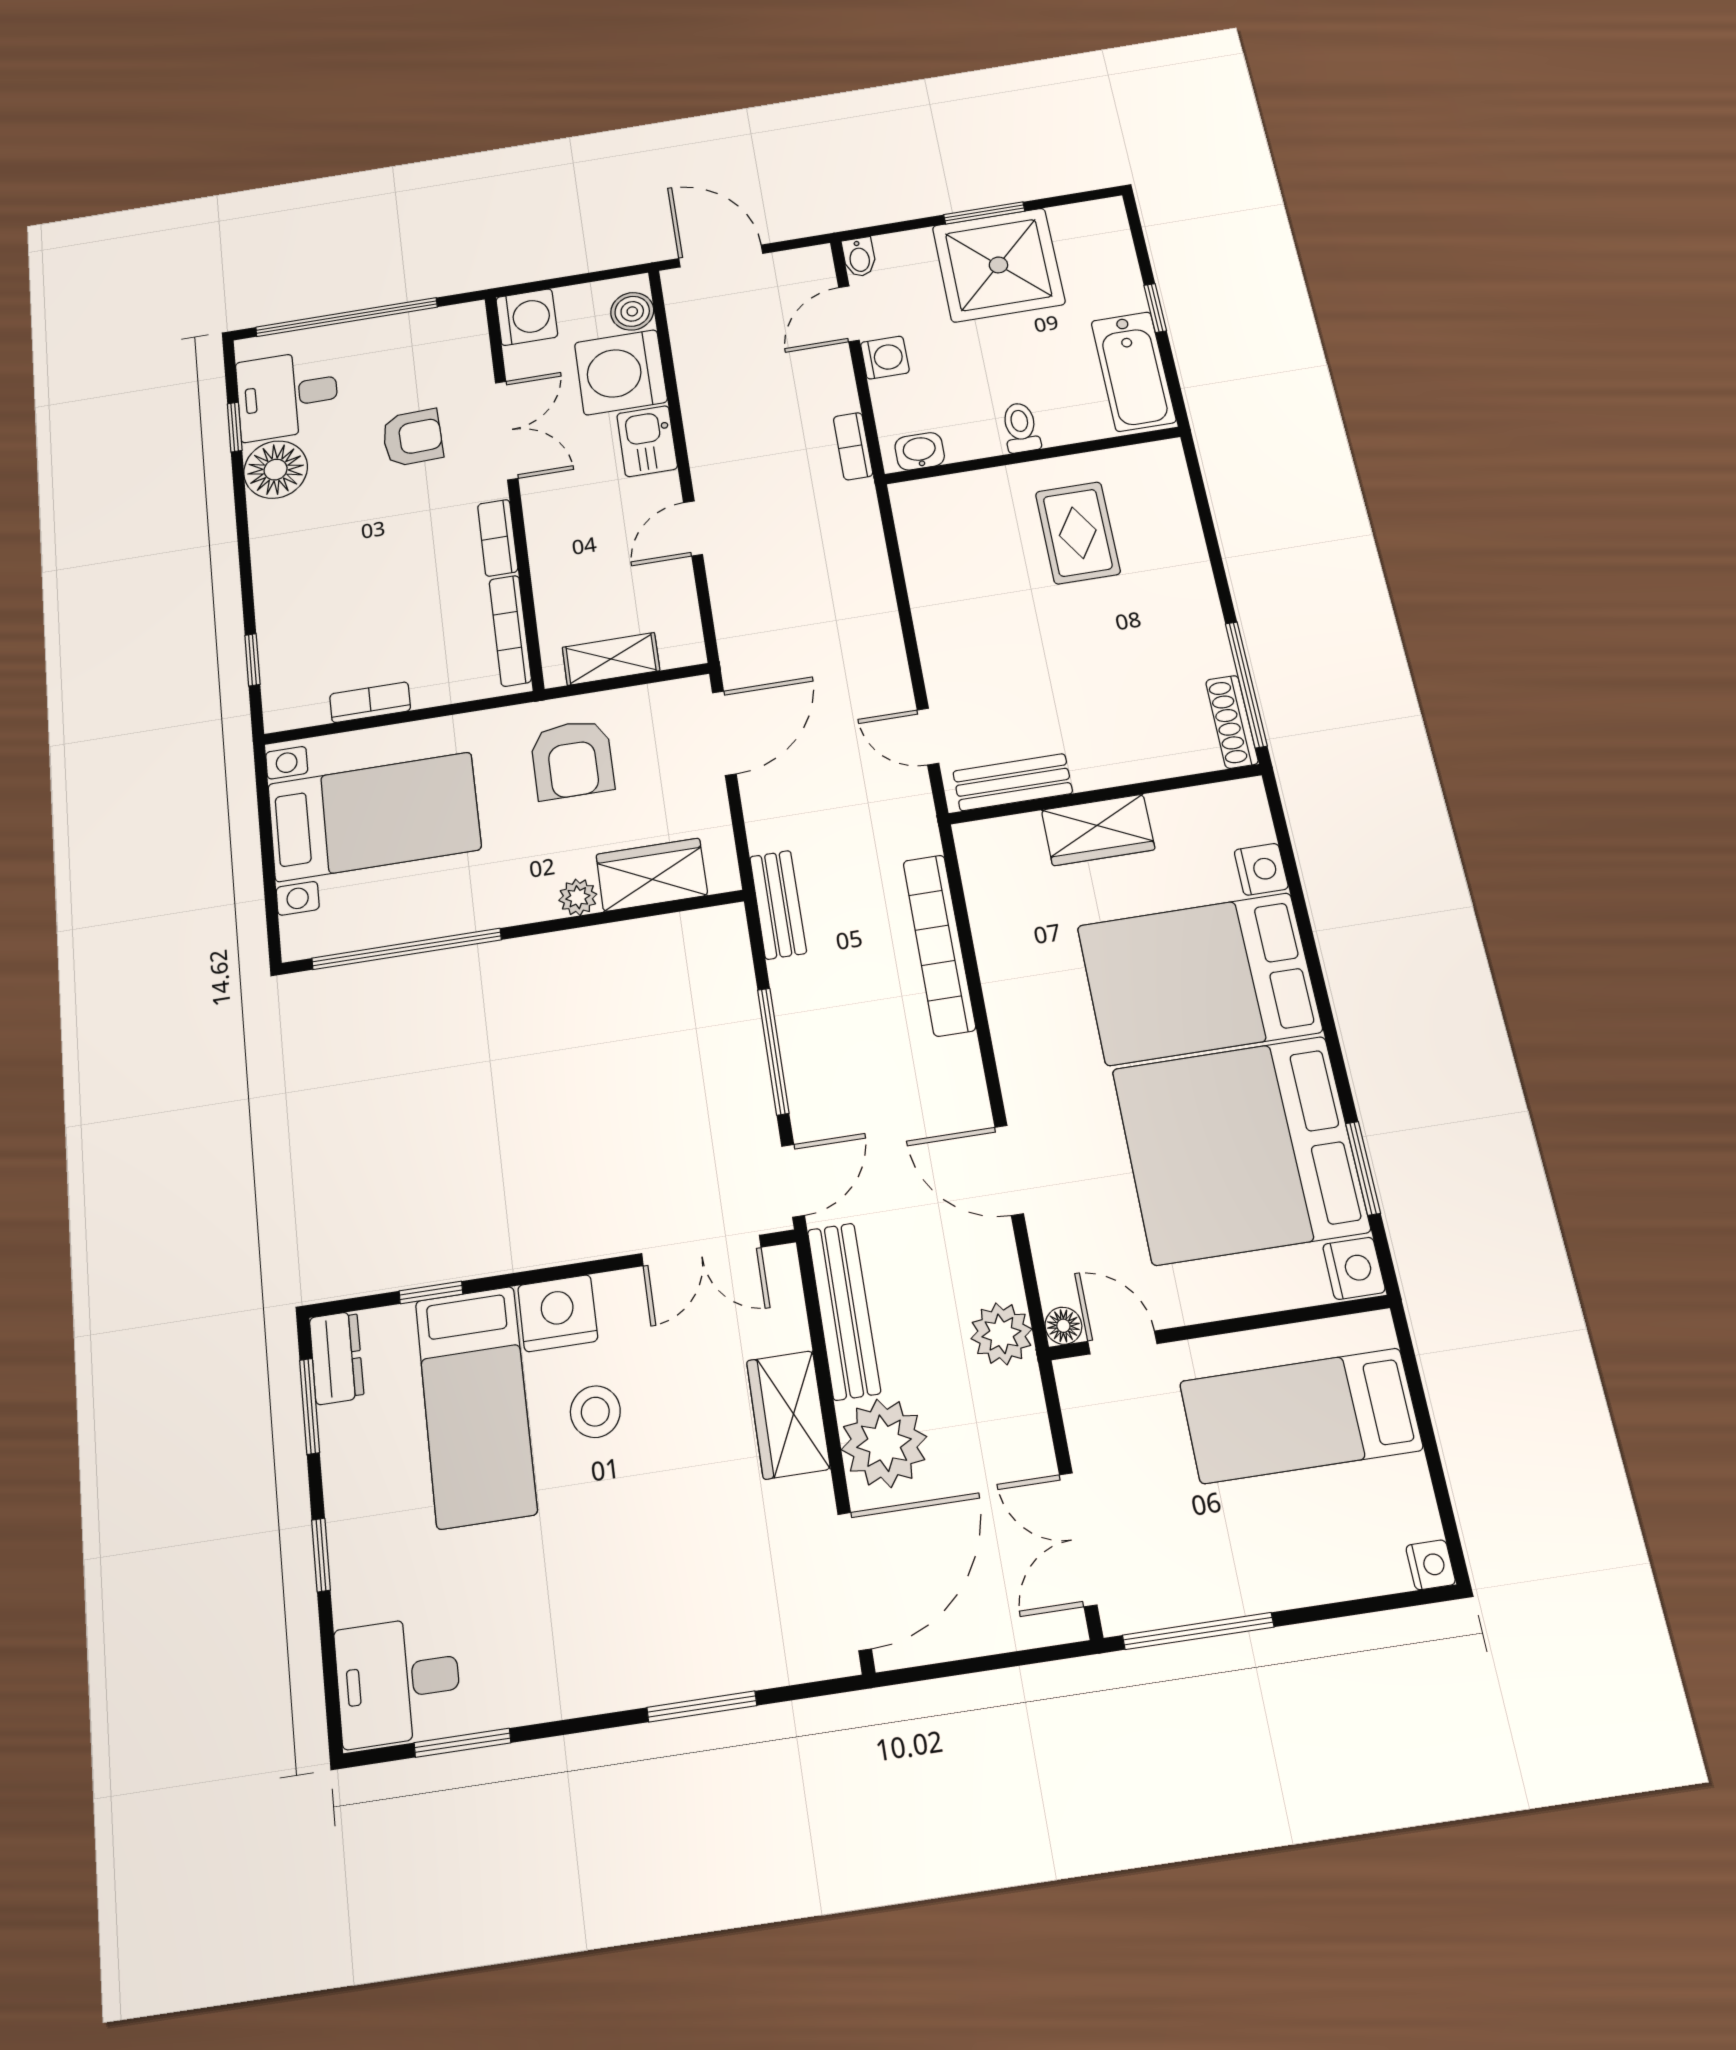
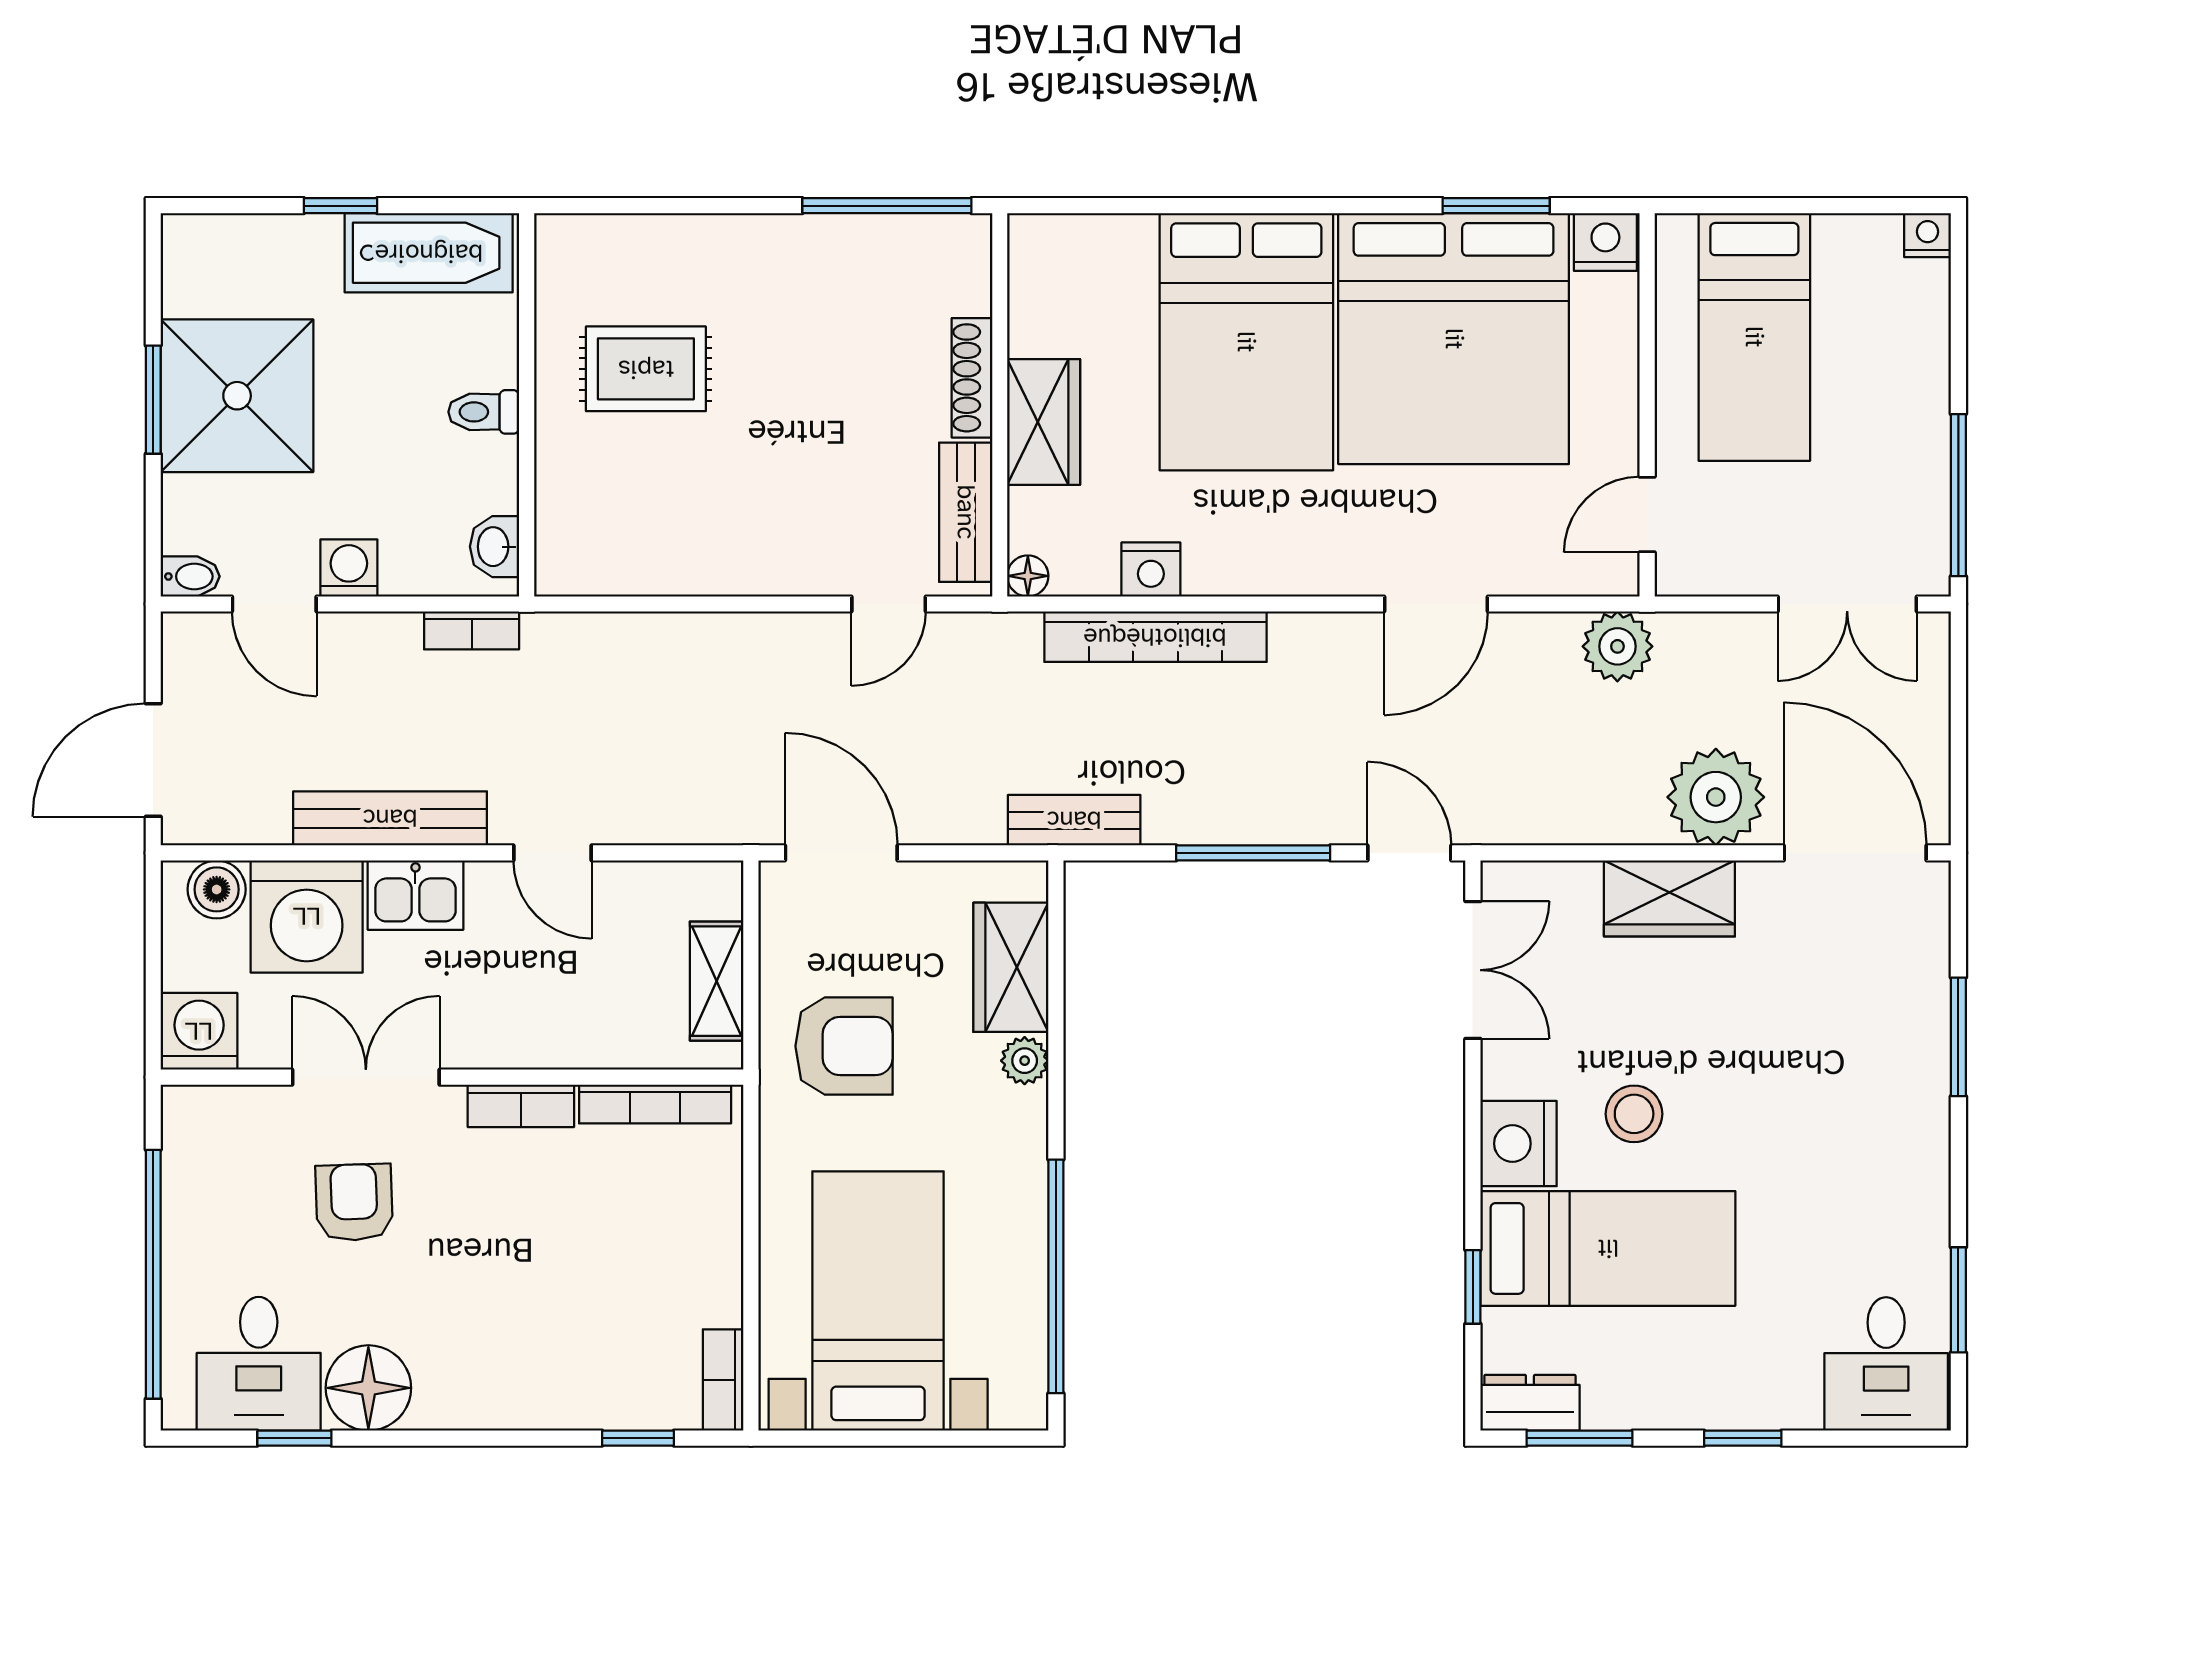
bookcase: (370, 702) -> (723, 1380), moved
shoe rack: (1232, 722) -> (972, 378), moved, turned 90
nightstand: (1261, 869) -> (1151, 569), moved, turned 180
bench: (844, 1311) -> (390, 818), moved
floor lamp: (1063, 1326) -> (1028, 576), moved

